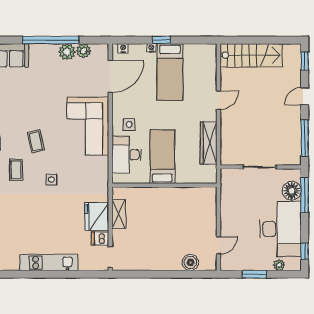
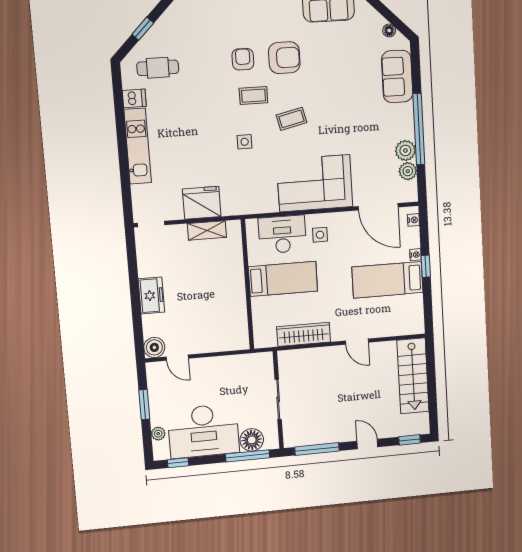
dishwasher: (100, 238) -> (134, 98), moved, turned 90
freezer: (167, 261) -> (151, 296), added
boiler: (190, 262) -> (154, 347), moved

